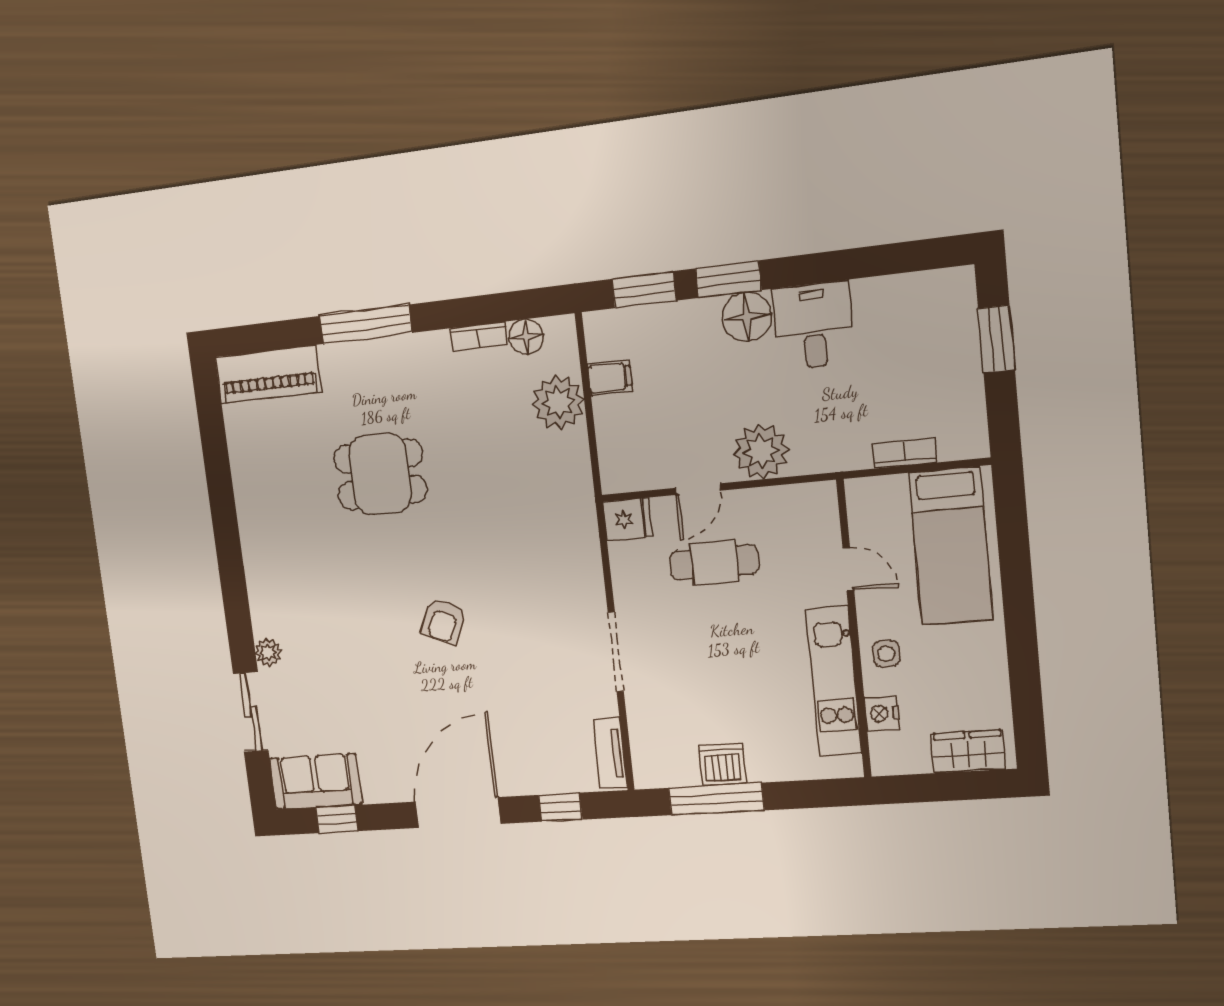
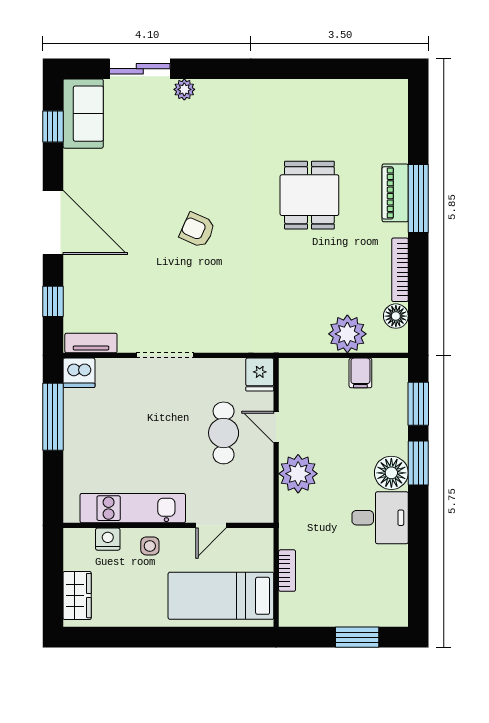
bookcase: (478, 336) -> (400, 270), width x1.56
piano: (268, 374) -> (395, 193), moved, width x0.73, depth x0.75
dishwasher: (723, 764) -> (79, 373), moved, turned 90

